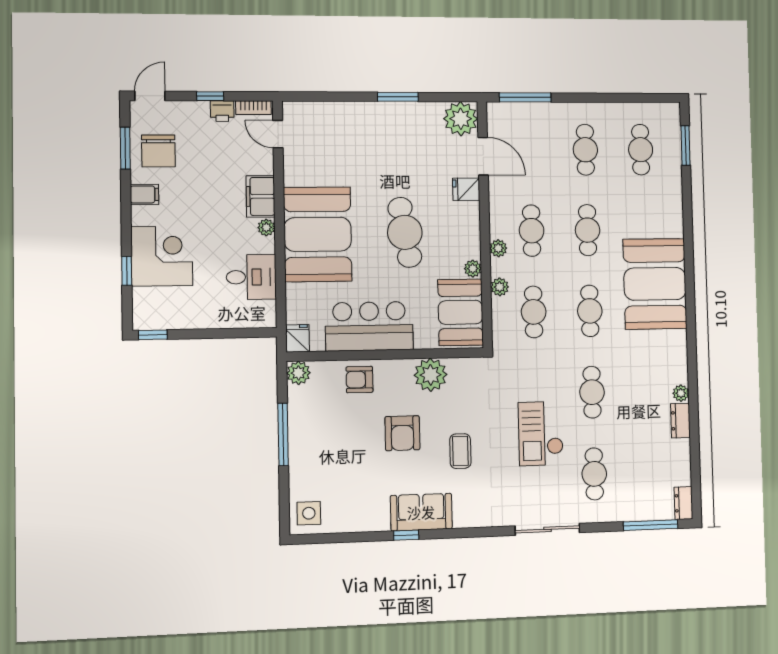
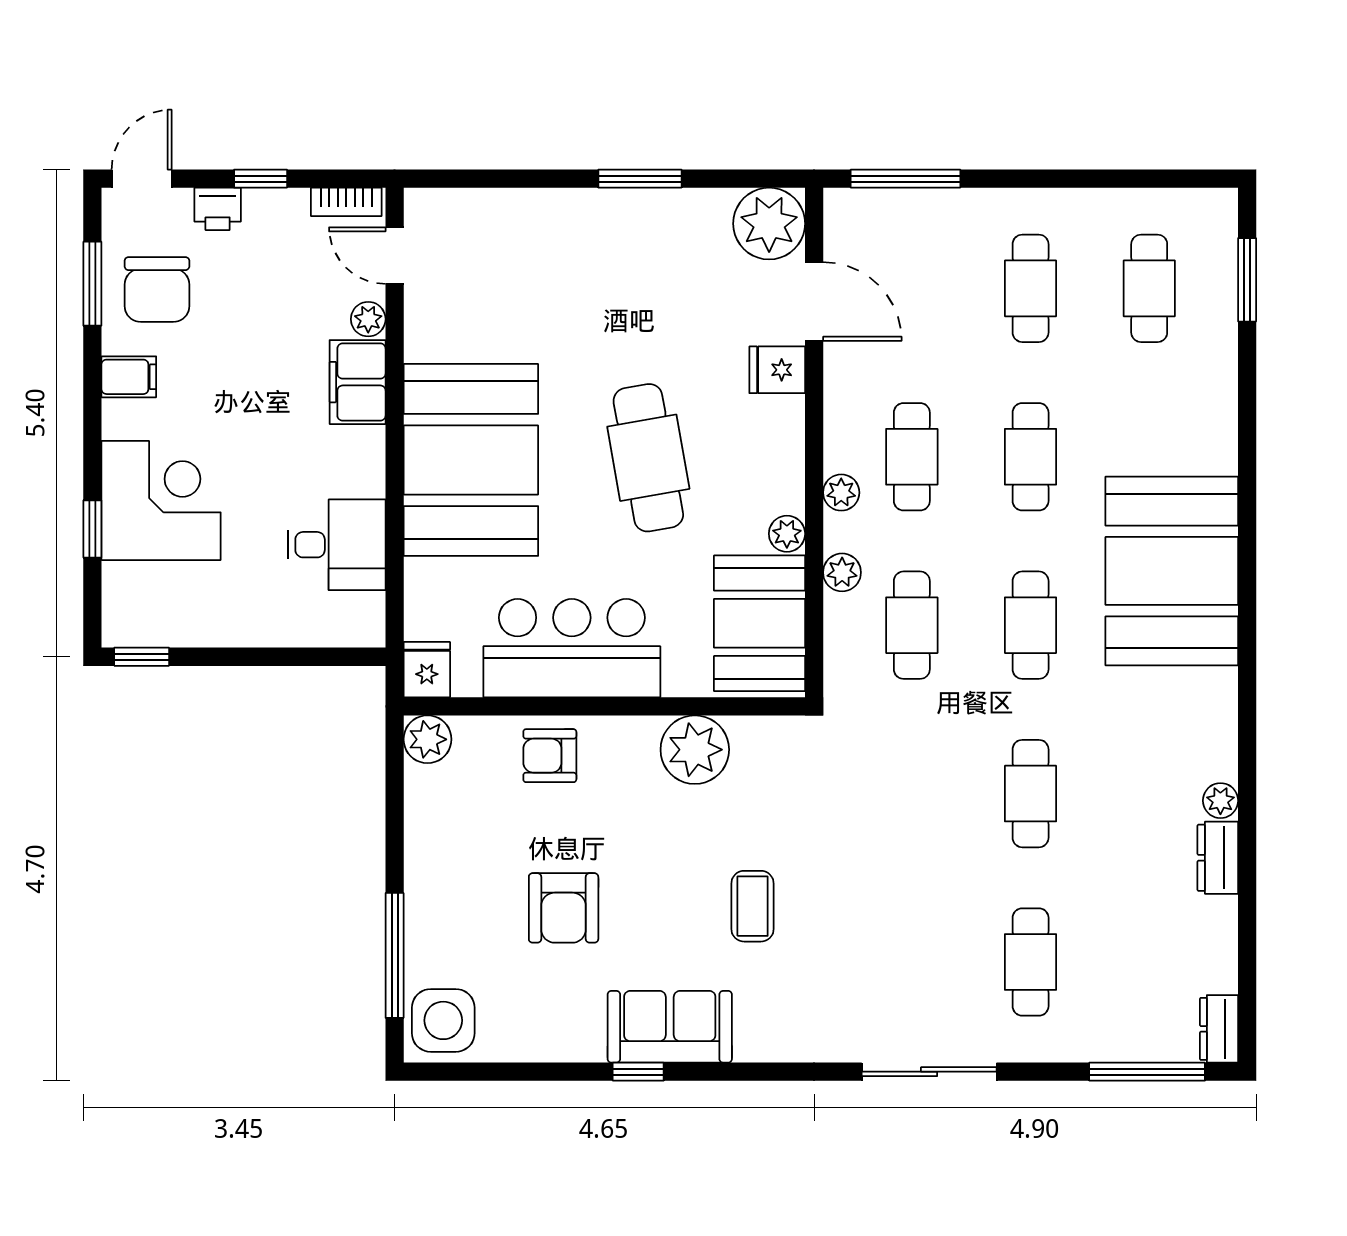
printer: (222, 111) -> (218, 209), moved
plant: (266, 227) -> (368, 319), moved
armchair: (402, 433) -> (564, 908), moved
checkout: (541, 433) -> (920, 876), removed
window: (283, 434) -> (395, 955), moved
side table: (309, 513) -> (443, 1020), width x1.37, depth x1.37

